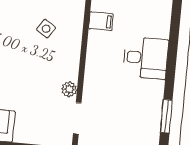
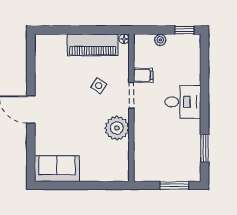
plant: (69, 89) -> (117, 128), width x1.87, depth x1.87
doorway: (77, 118) -> (131, 95), moved

